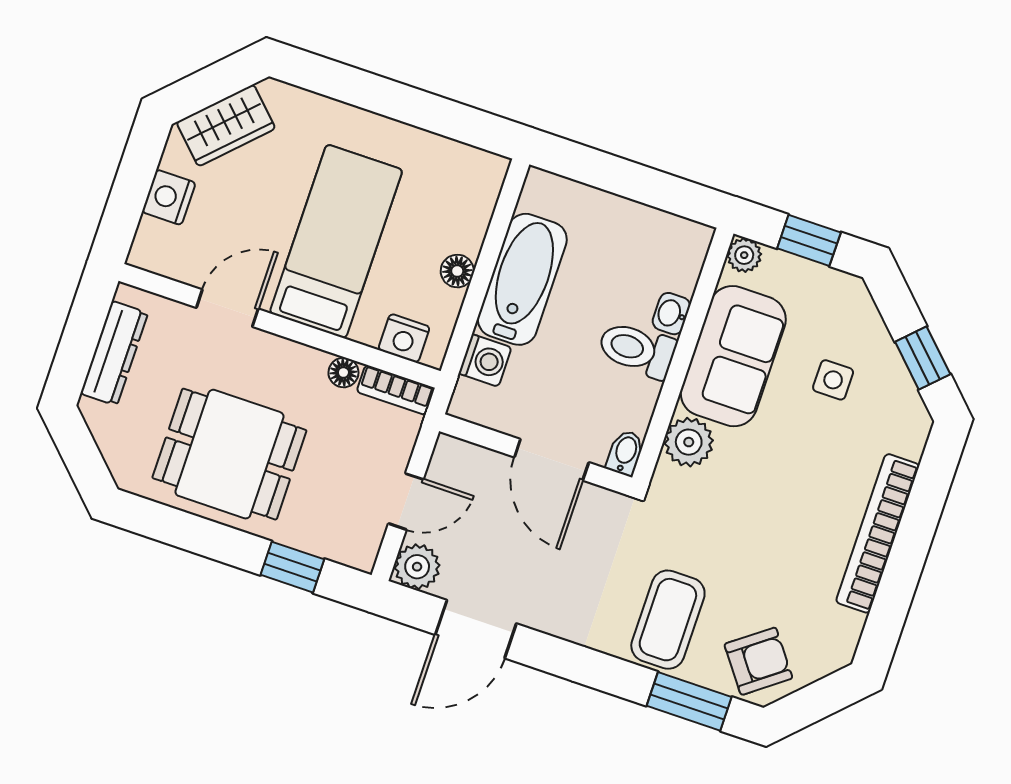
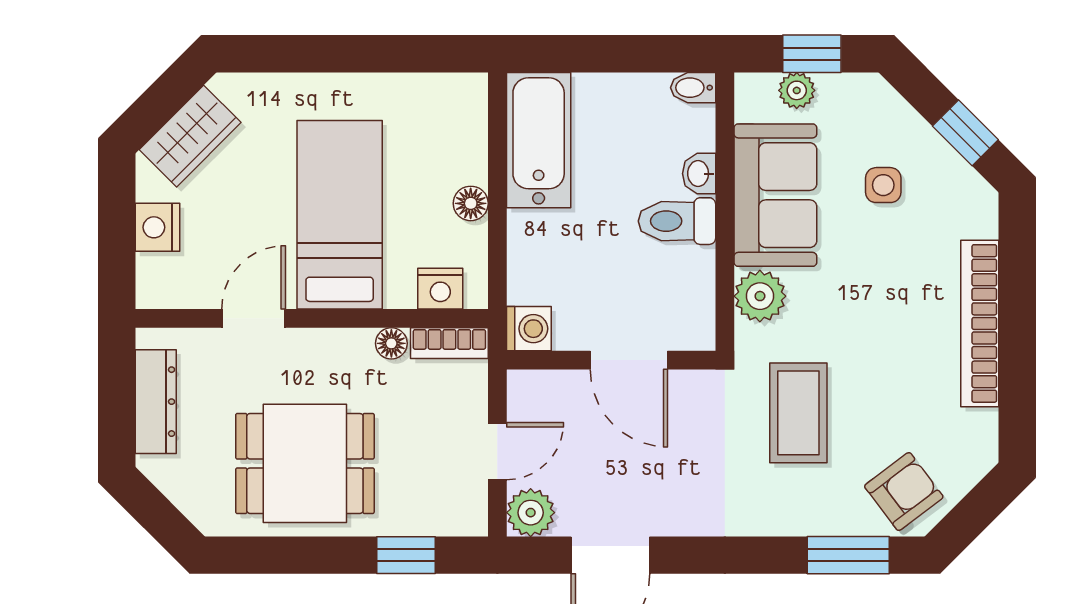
plant: (744, 255) -> (797, 90), moved
bathtub: (522, 279) -> (539, 140), moved
washing machine: (485, 360) -> (529, 329), moved
bidet: (625, 453) -> (693, 88), moved, turned -90
coffee table: (668, 620) -> (798, 413), moved

